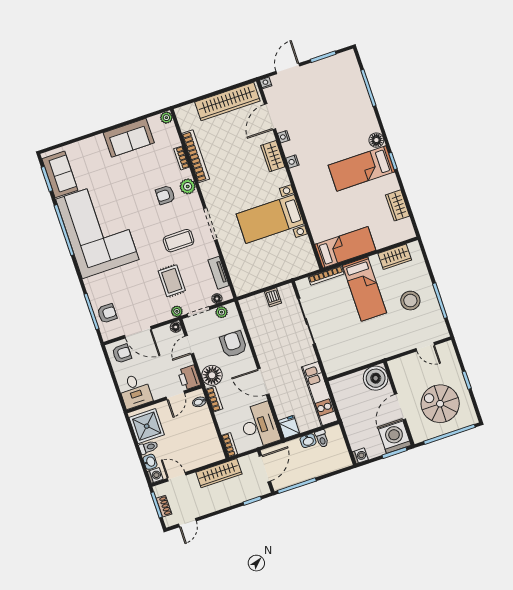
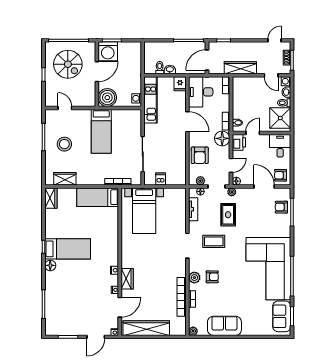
wardrobe: (398, 205) -> (51, 198), moved
bed with nightstands: (270, 219) -> (144, 211), moved, turned 90
bed: (365, 289) -> (101, 131), moved, turned 180
washing machine: (360, 456) -> (137, 98), moved

